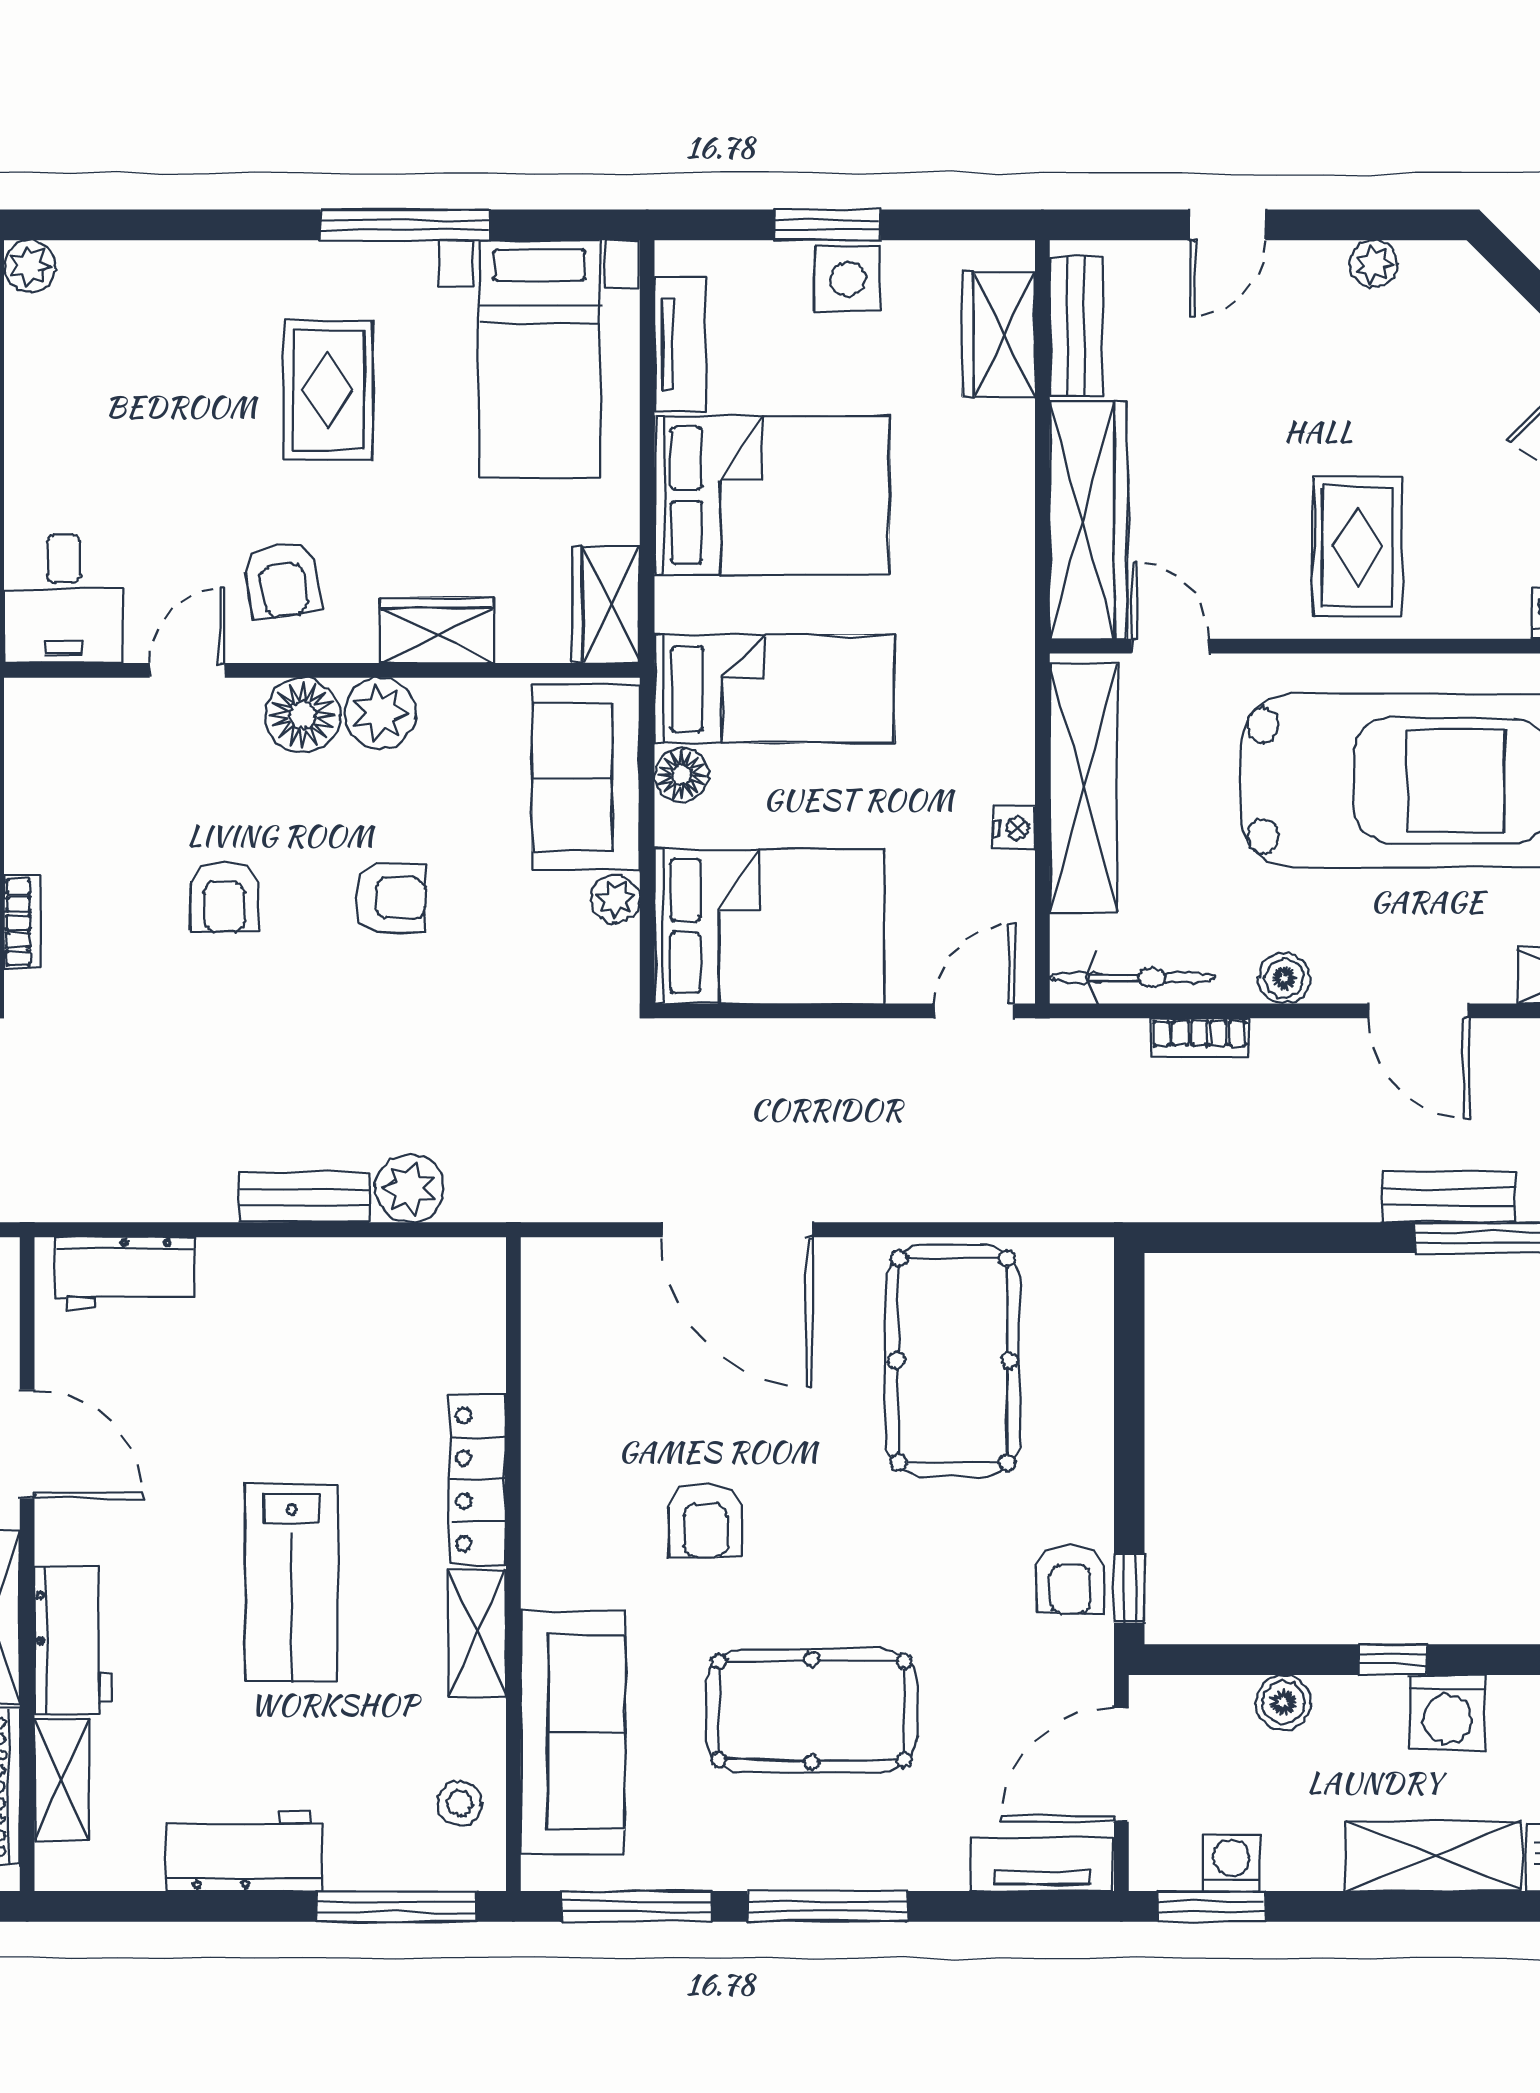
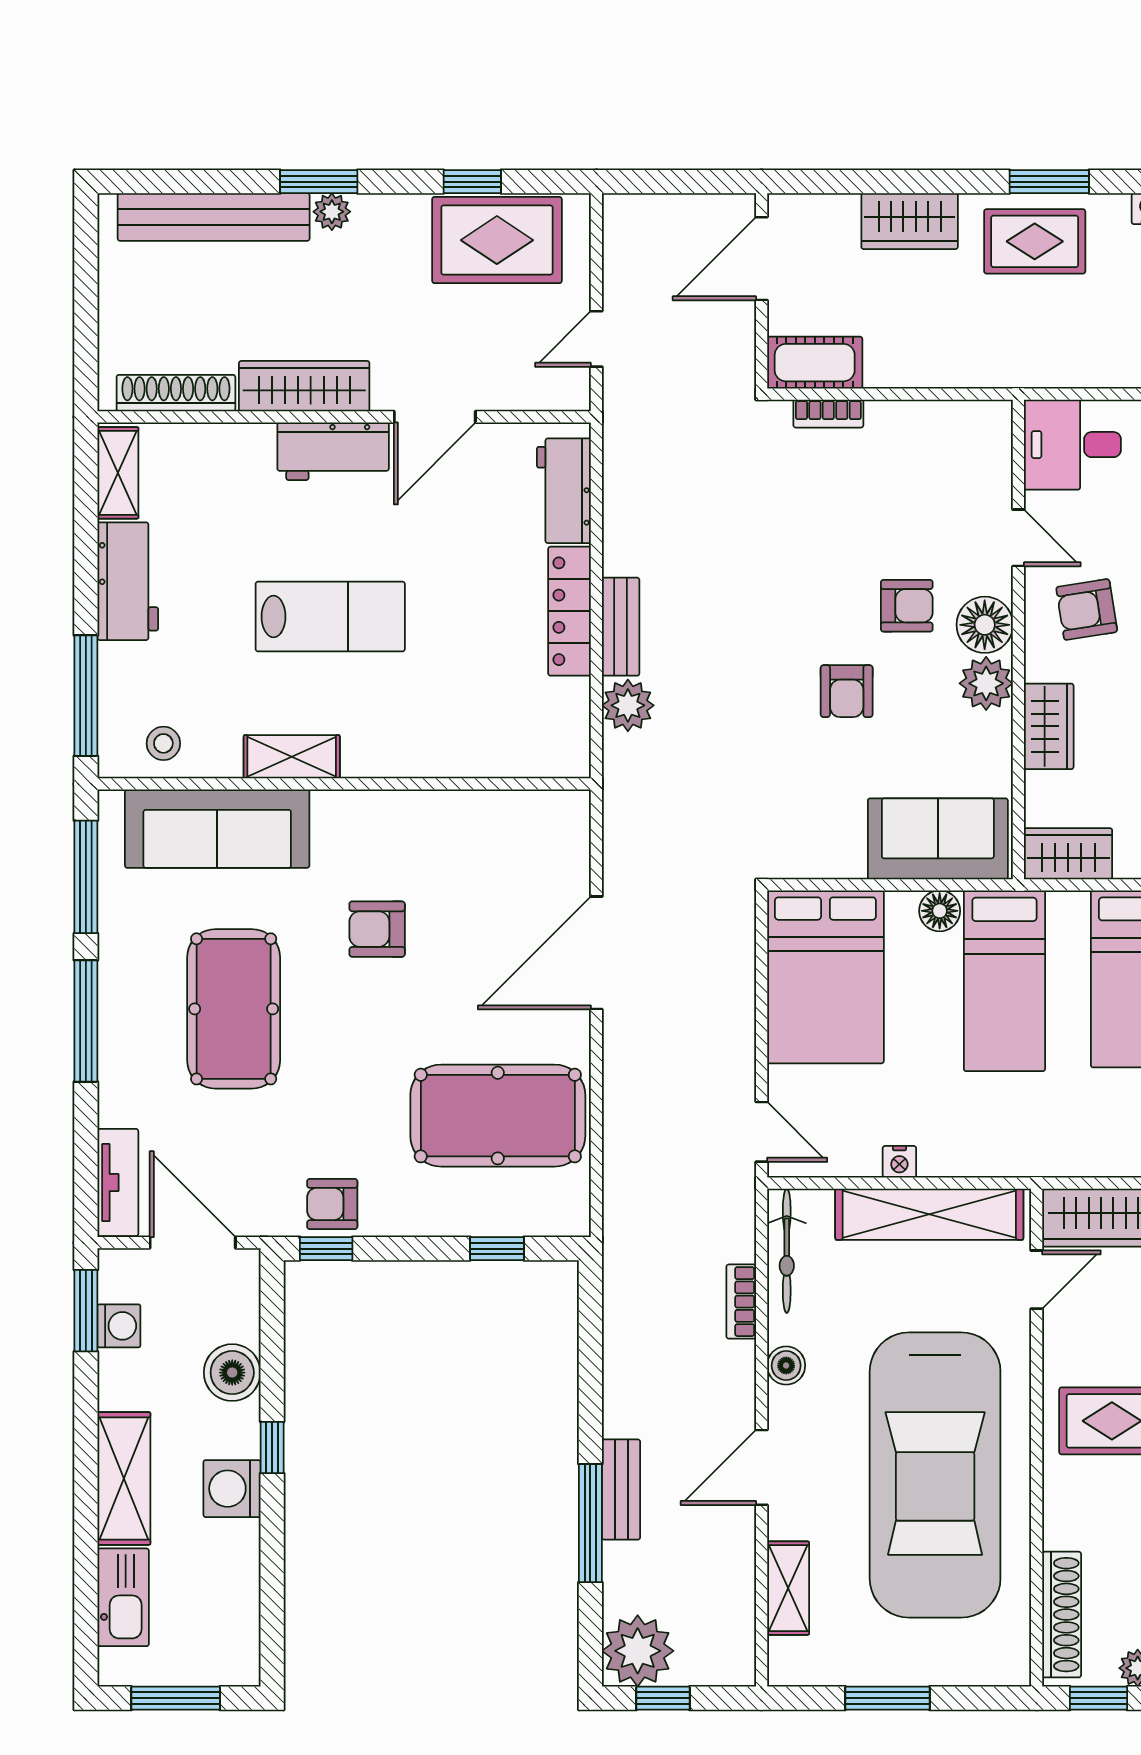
armchair: (224, 897) -> (907, 606), moved, turned 180
plant: (616, 899) -> (846, 861), removed
window: (1129, 1361) -> (497, 1249), added
locker: (478, 1479) -> (570, 611), moved, turned -90
lab bench: (292, 1582) -> (330, 617), turned 180
workbench: (73, 1640) -> (333, 451), moved
boiler: (1283, 1702) -> (232, 1373), width x1.36, depth x1.36
shelving: (62, 1780) -> (118, 473), moved, turned 90

